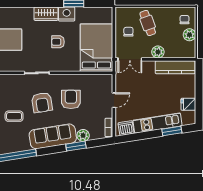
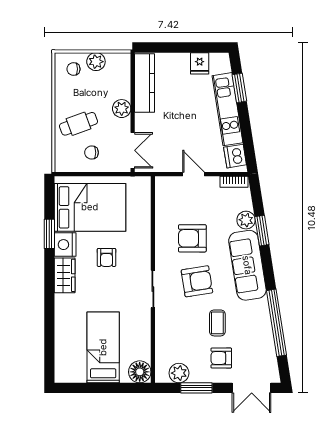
bed: (96, 48) -> (90, 207), moved, turned 180

